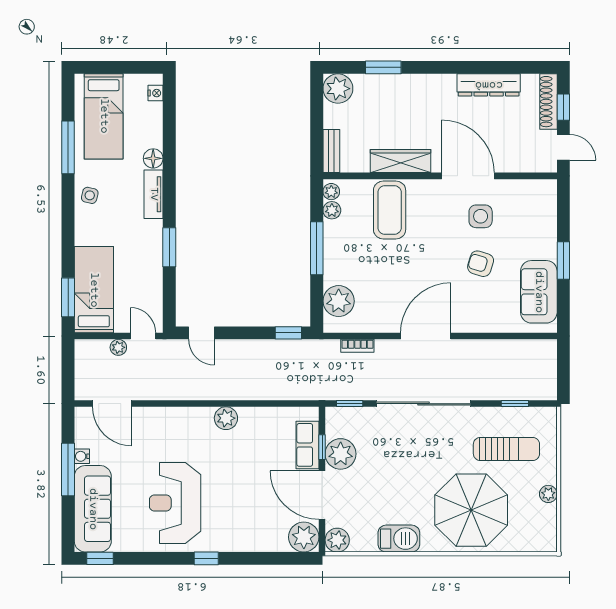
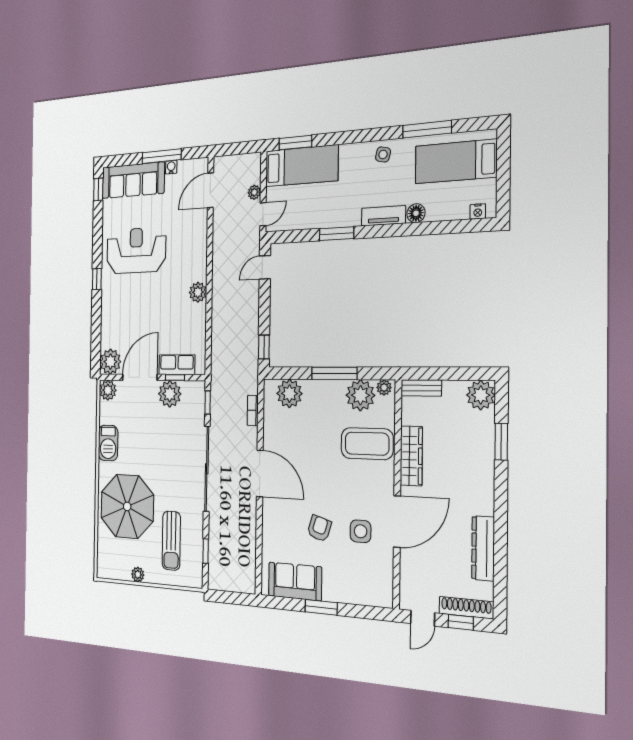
plant: (332, 210) -> (360, 395), width x1.88, depth x1.88

